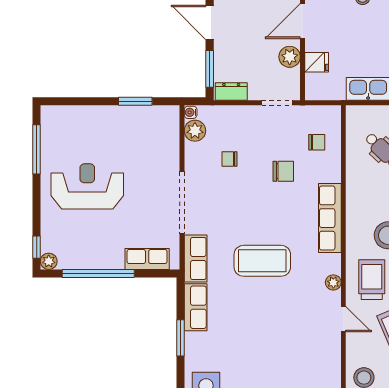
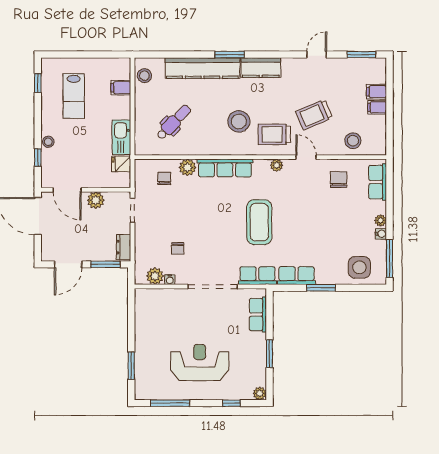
fridge: (317, 62) -> (121, 164), moved, turned -90
window: (135, 101) -> (131, 366), moved
water cooler: (191, 112) -> (170, 280), moved
chair: (283, 171) -> (339, 179), moved
plant: (330, 171) -> (188, 167), added
reception desk: (87, 186) -> (200, 363), turned 90
window: (37, 247) -> (231, 403), moved
window: (98, 273) -> (269, 354), width x0.47
door: (343, 319) -> (306, 157), hinge flipped

